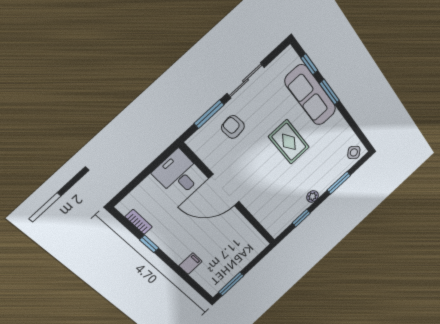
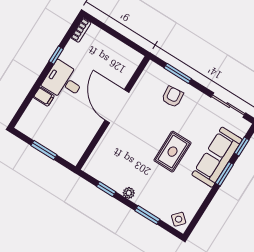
sliding door: (246, 80) -> (228, 105), moved
desk: (178, 174) -> (63, 81), moved, turned -90
bookcase: (139, 222) -> (81, 30), moved
window: (231, 284) -> (44, 150), moved

